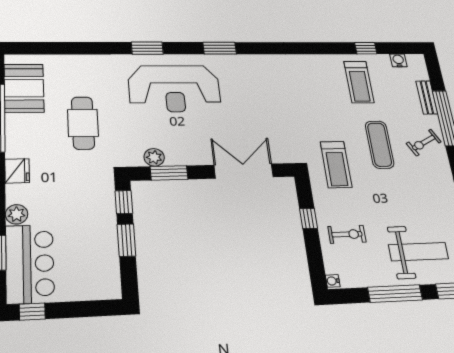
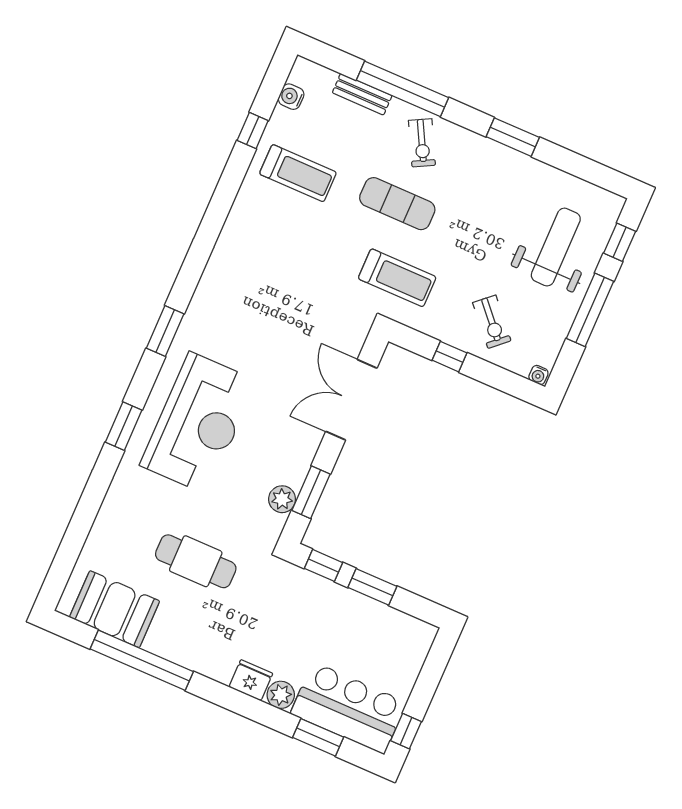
fridge: (17, 171) -> (251, 680), moved
exercise bike: (347, 234) -> (492, 322), turned 138

